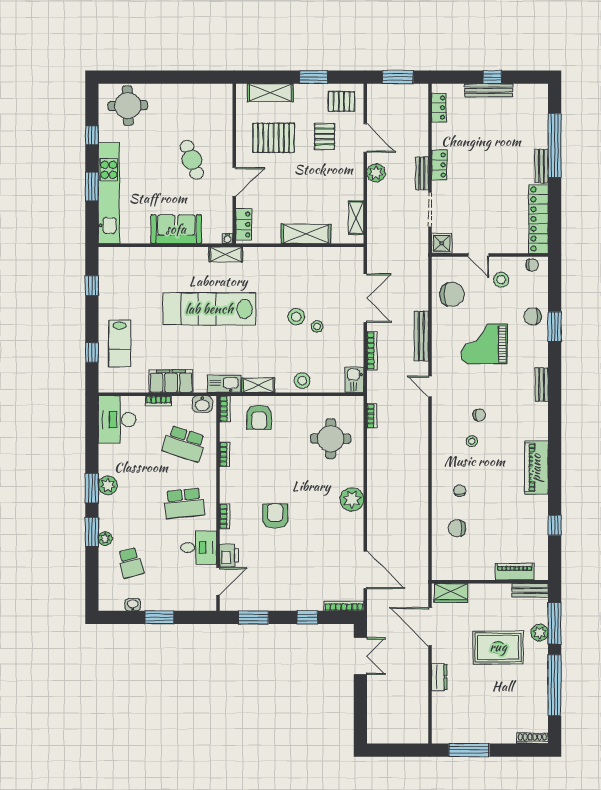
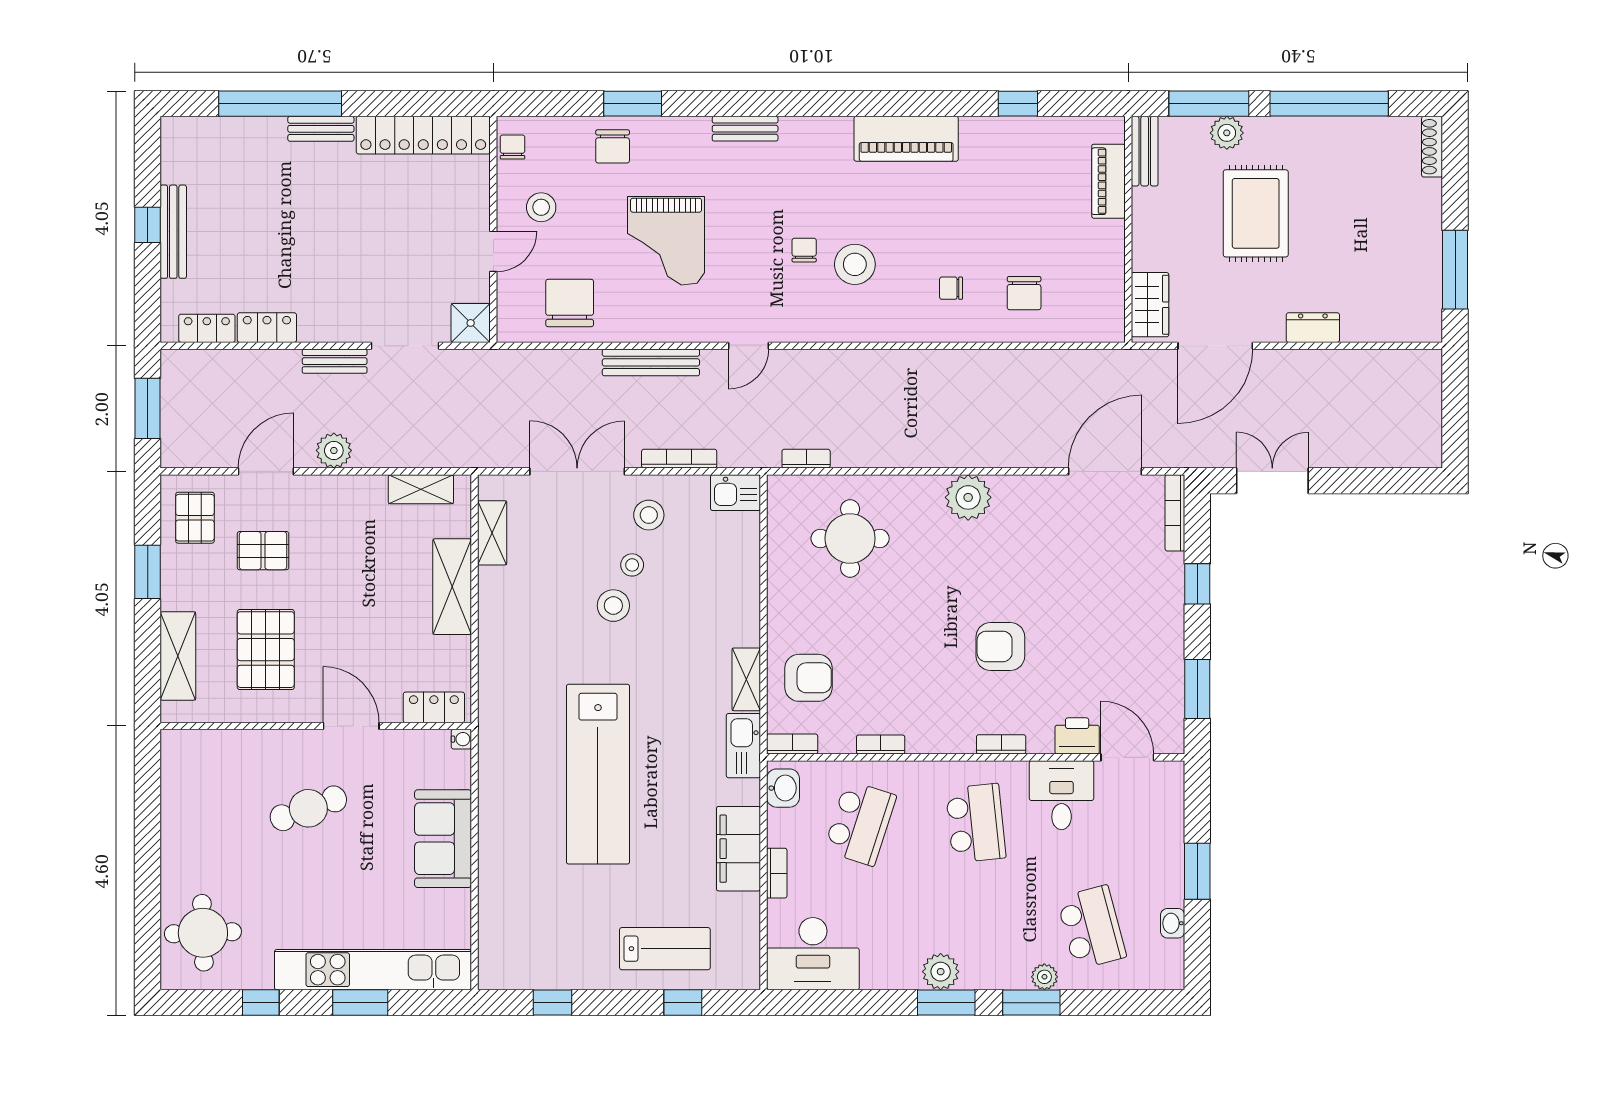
locker: (439, 165) -> (267, 328), moved
shelving: (226, 254) -> (492, 533), moved
stool: (302, 381) -> (649, 515), moved
stool: (472, 441) -> (855, 264), width x1.89, depth x1.89
school desk: (131, 563) -> (1091, 927), width x1.85

